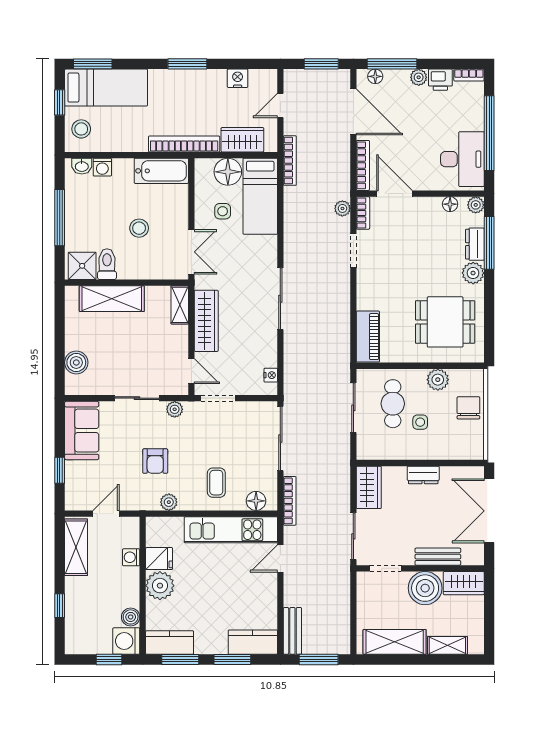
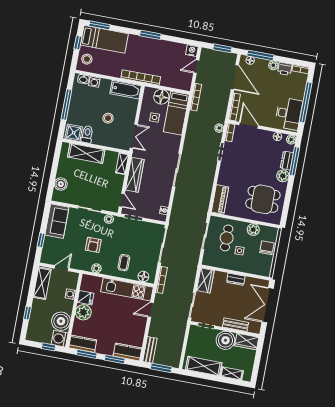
nightstand: (238, 78) -> (192, 51), moved
wardrobe: (242, 140) -> (172, 81), removed
boiler: (131, 617) -> (61, 321), width x1.86, depth x1.86

